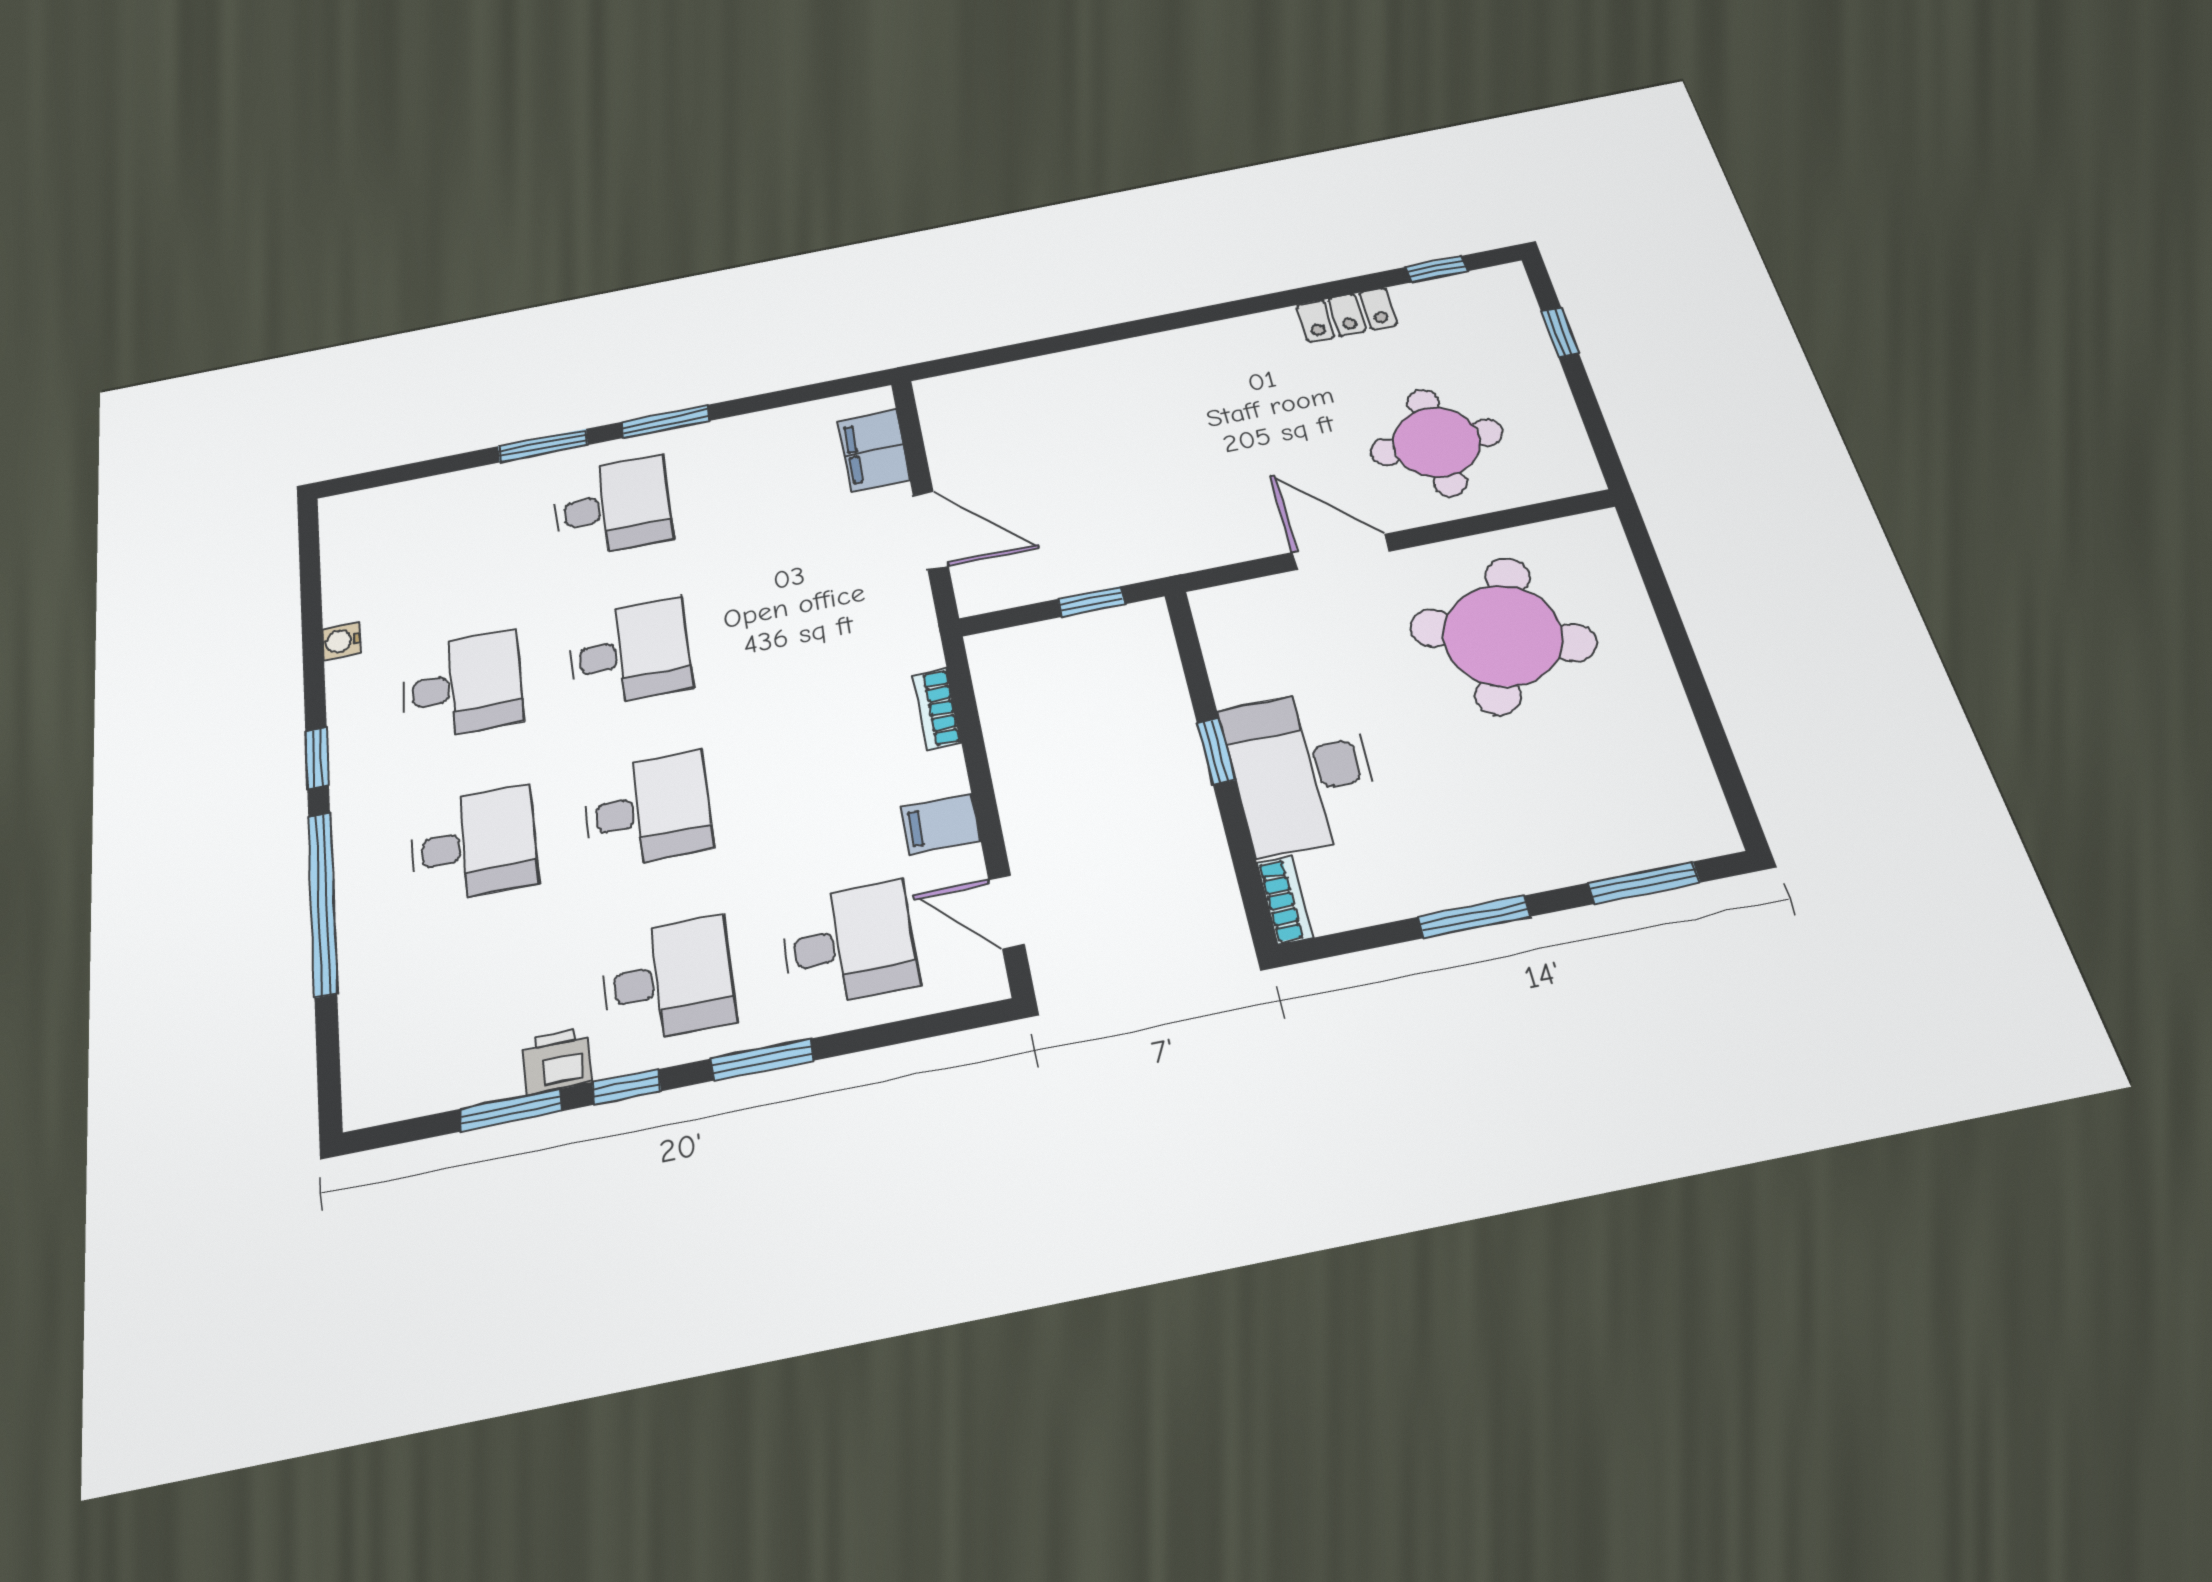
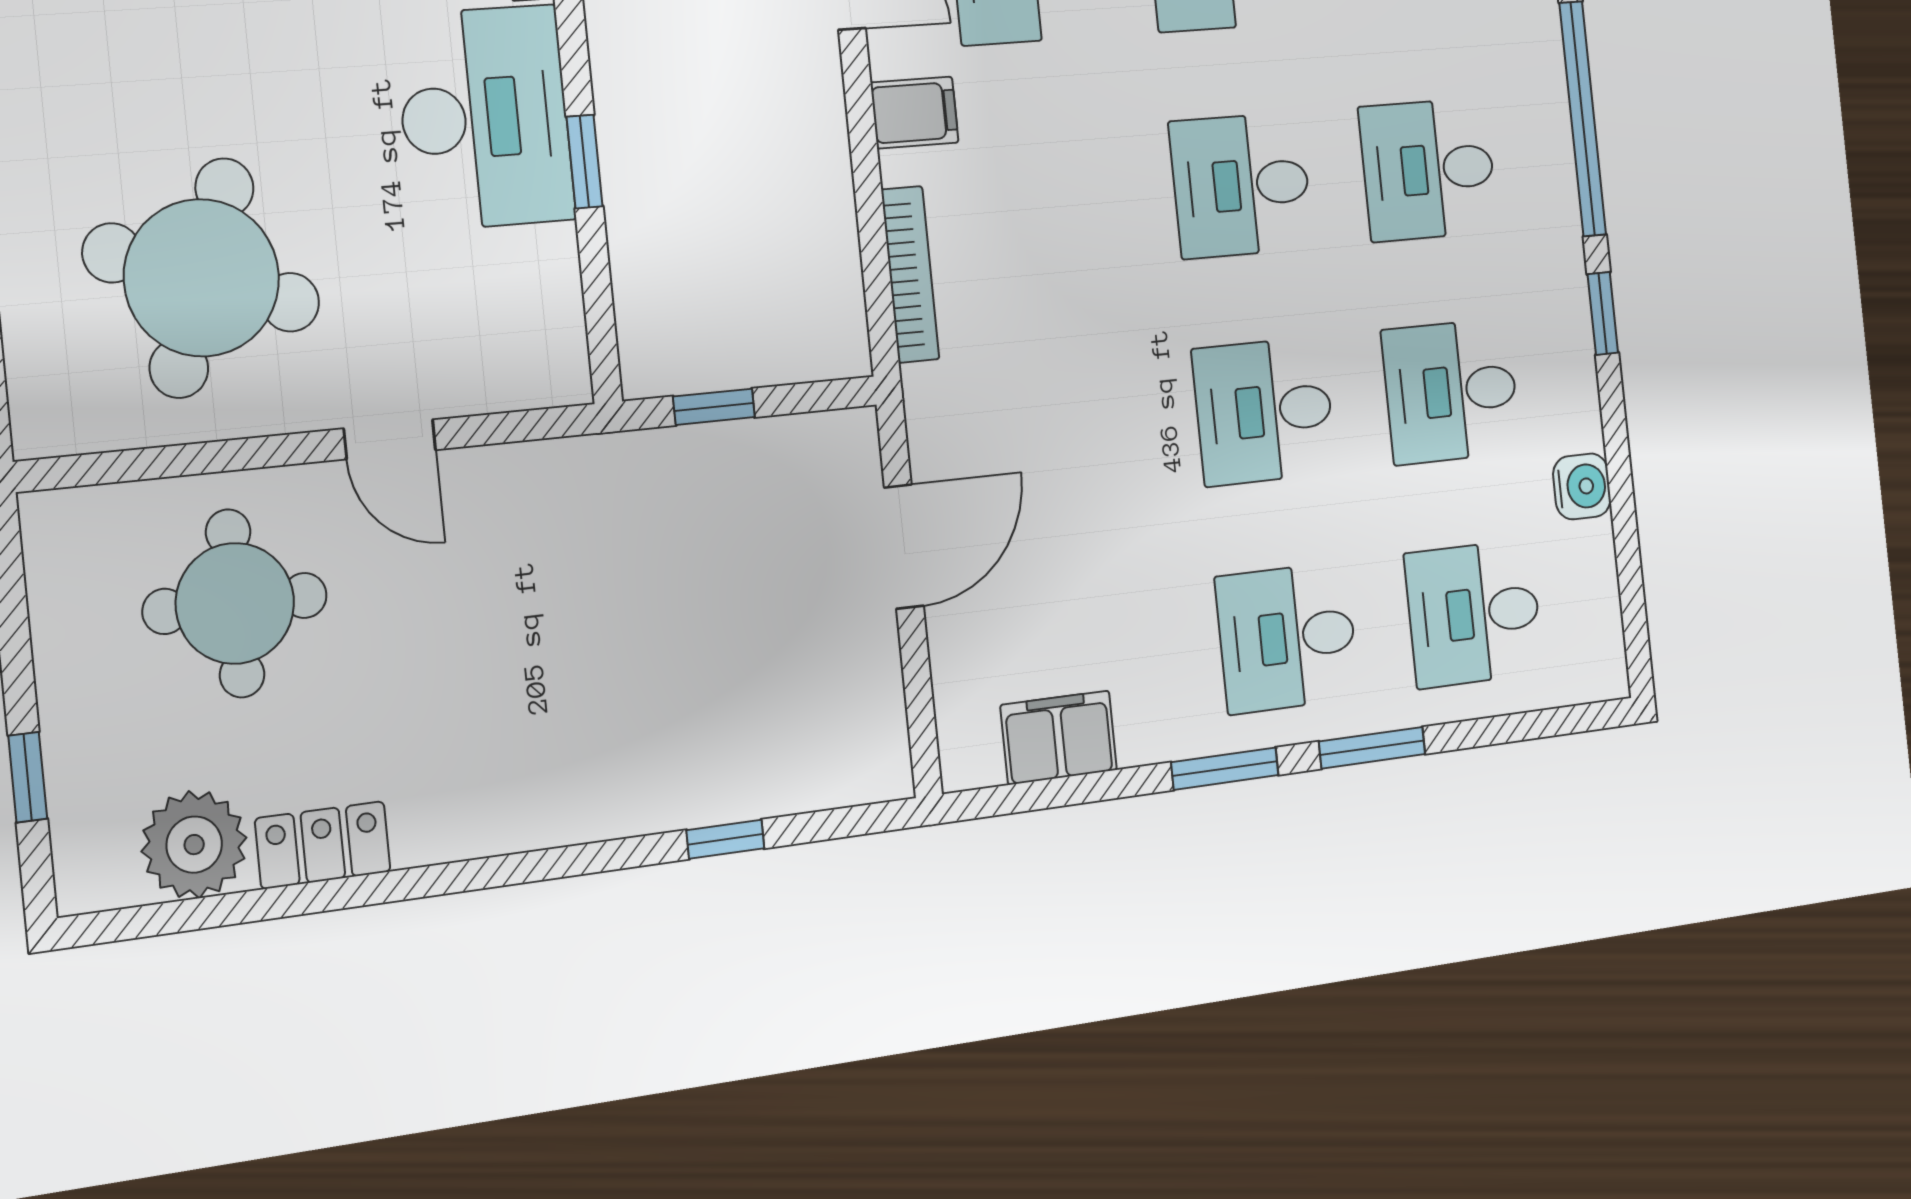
window: (1436, 269) -> (725, 839), moved
plant: (1437, 307) -> (194, 845), added
filing cabinet: (874, 451) -> (1059, 738), moved, turned -90
door: (931, 530) -> (904, 547), swing flipped
desk: (451, 539) -> (1474, 613), added
door: (1341, 552) -> (390, 439), width x0.73
water cooler: (341, 641) -> (1582, 486), width x1.38, depth x1.38
bookcase: (937, 709) -> (910, 274), width x1.56

